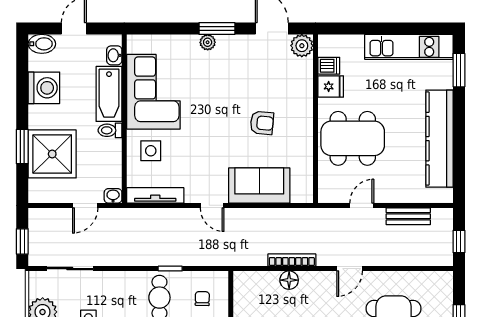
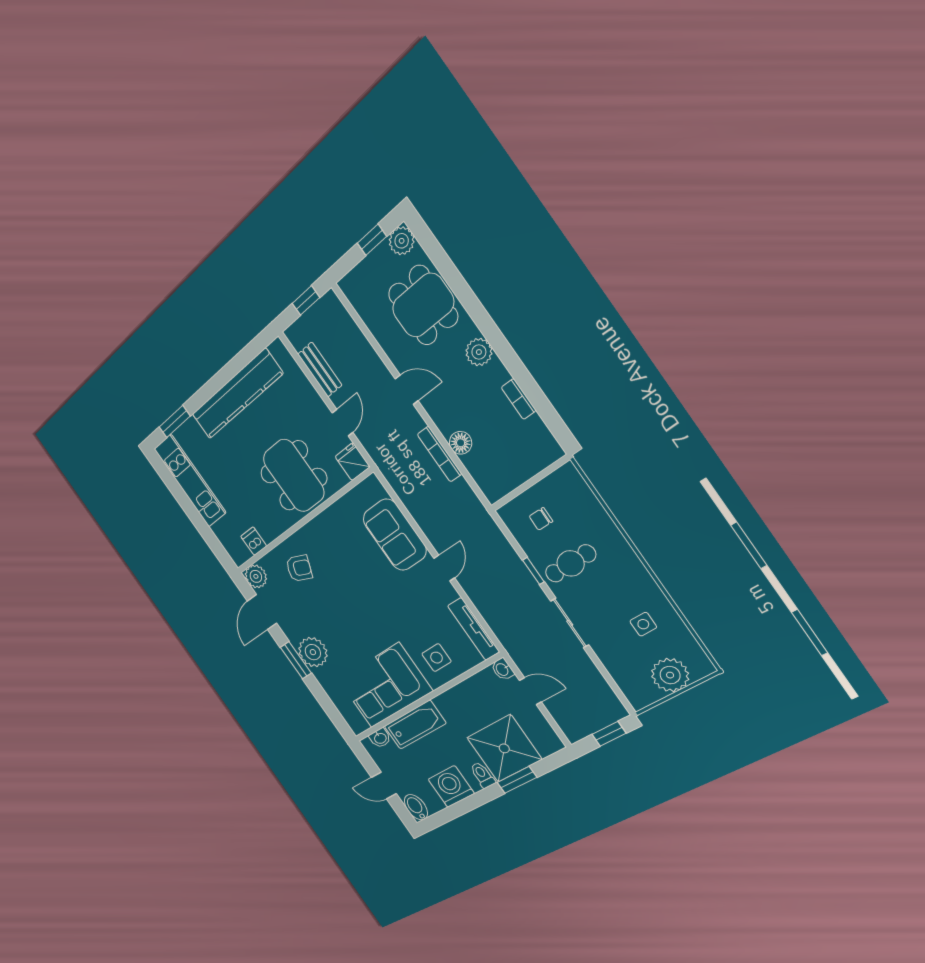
plant: (208, 42) -> (313, 652), width x1.88, depth x1.88
fridge: (331, 86) -> (352, 462), moved
armchair: (262, 123) -> (299, 568), moved, turned 107
toilet: (110, 130) -> (482, 775), moved, turned 180
door: (362, 205) -> (342, 423), swing flipped
sliding door: (70, 269) -> (570, 623), moved

